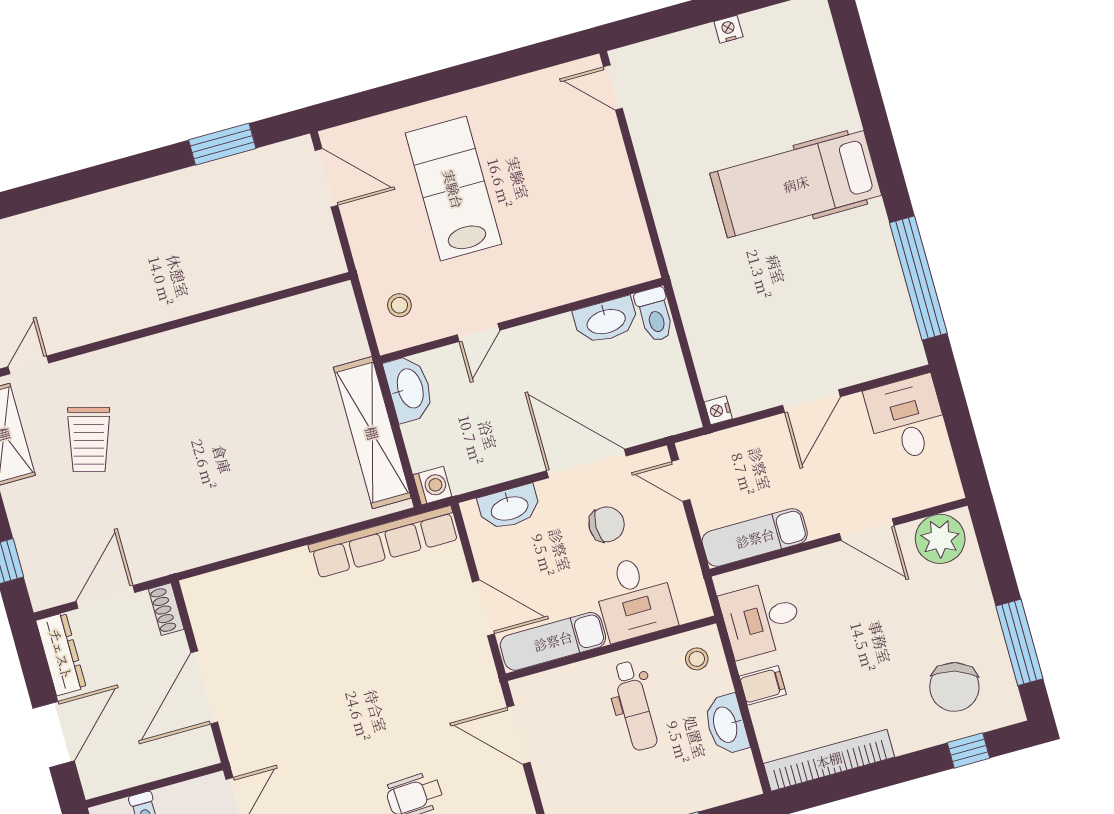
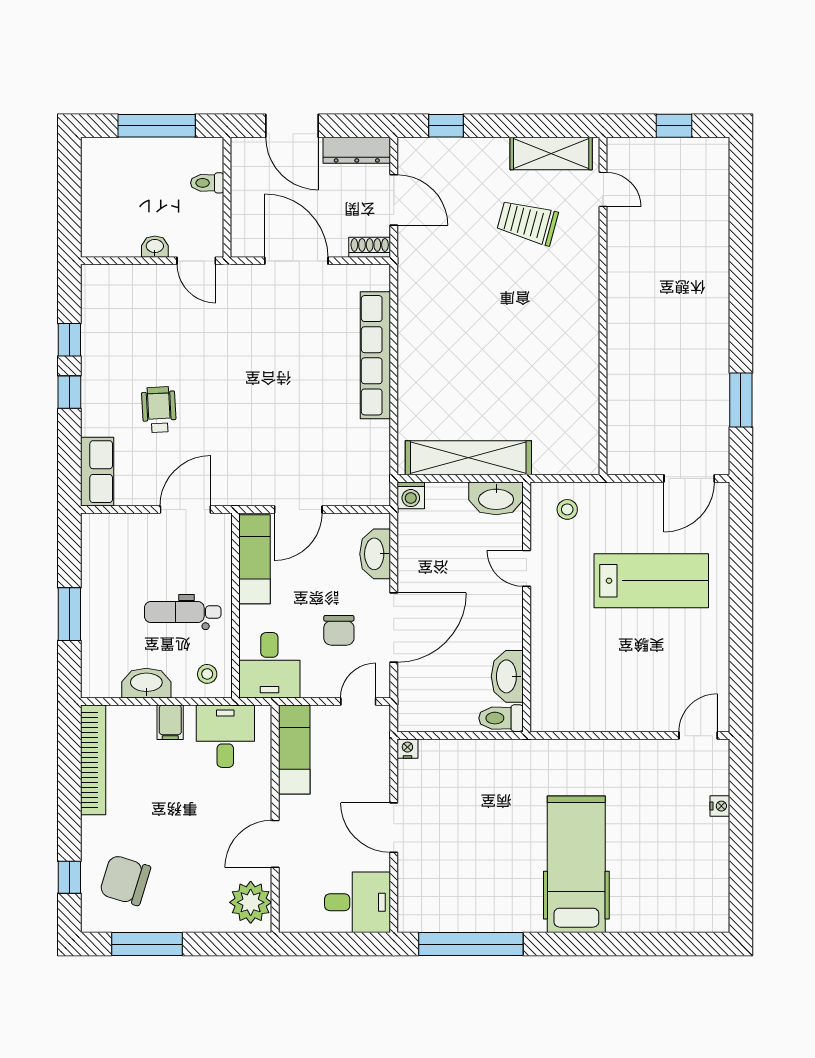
nightstand: (728, 29) -> (720, 806), moved
row of seats: (384, 542) -> (375, 355), moved
desk: (635, 598) -> (269, 665), moved, turned -90

